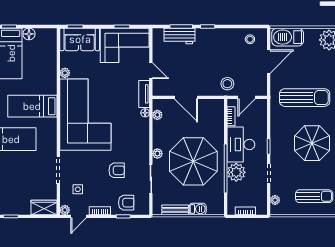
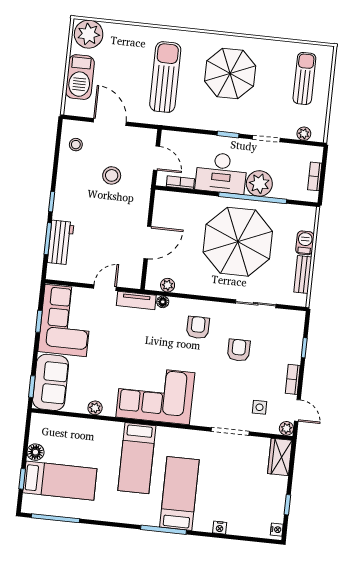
barbecue: (288, 37) -> (80, 77), moved
stool: (227, 84) -> (112, 175), moved
corner sofa: (85, 115) -> (155, 395), width x0.73, depth x0.74
plant: (157, 154) -> (221, 291), removed
armchair: (126, 203) -> (198, 327), moved

